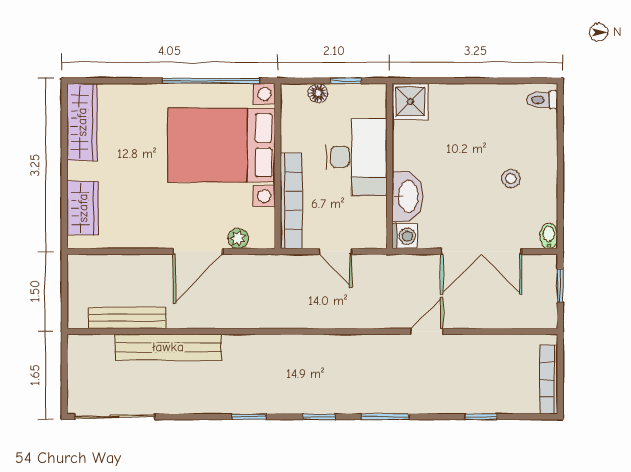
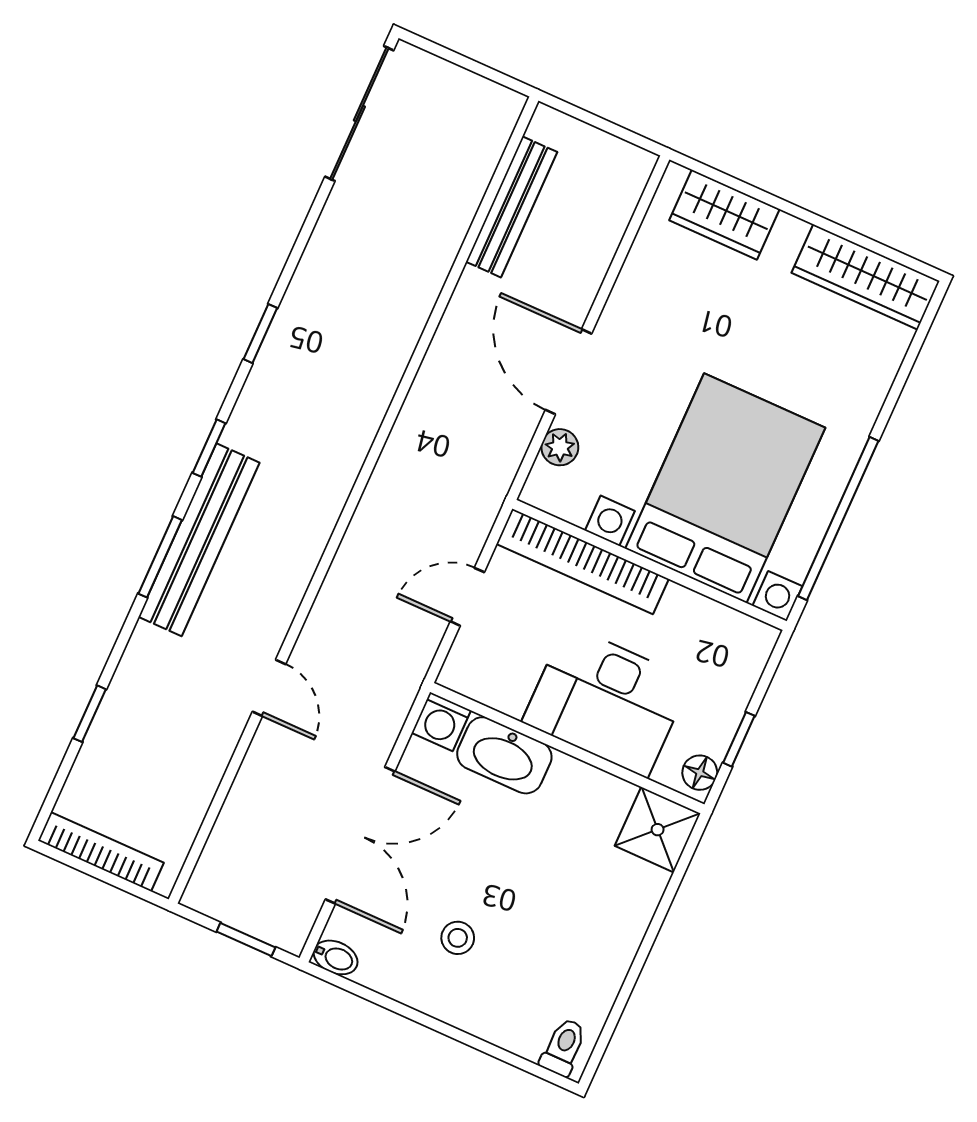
floor lamp: (318, 93) -> (700, 773), moved
double door: (481, 251) -> (360, 835), swing flipped
bench: (168, 347) -> (199, 540), moved

